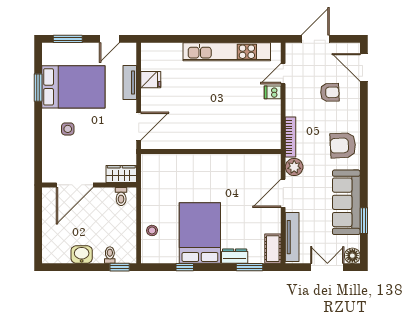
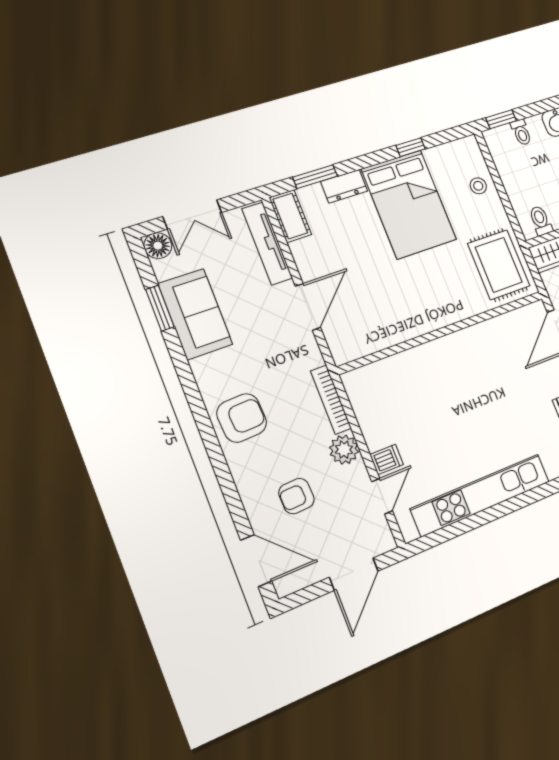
plant: (294, 167) -> (344, 450), moved
rug: (159, 179) -> (499, 265), added
sofa: (346, 202) -> (195, 314), width x0.73

